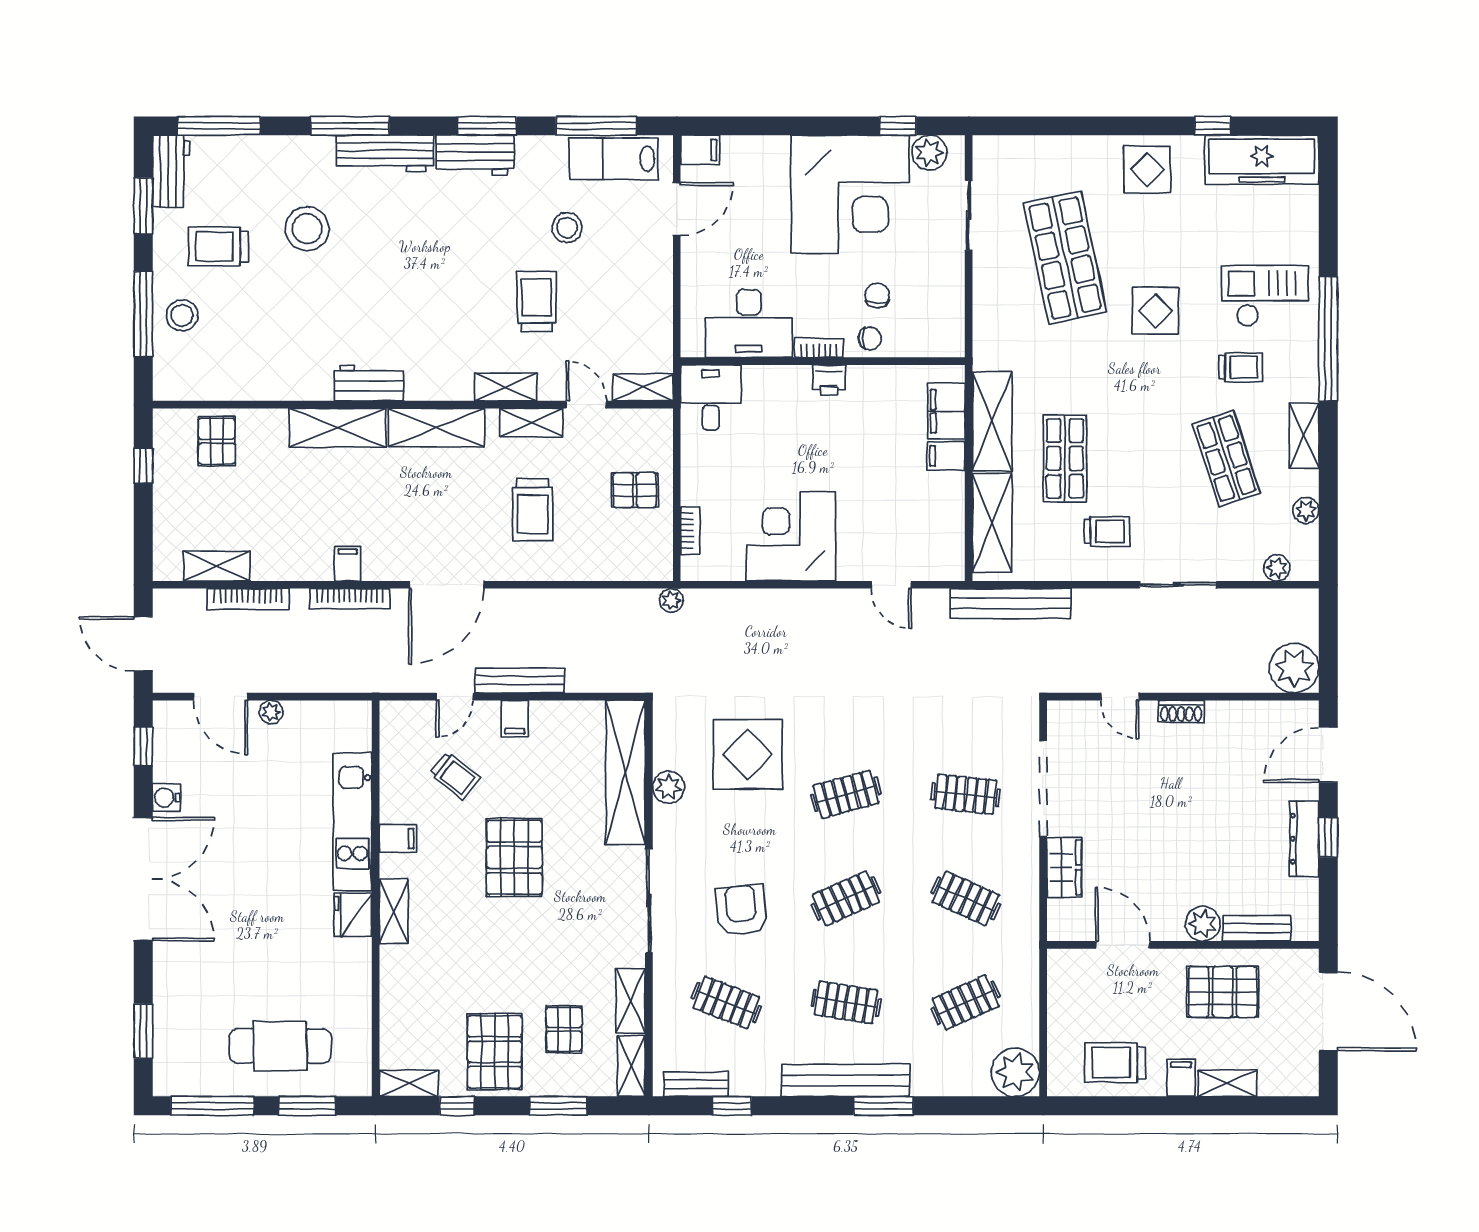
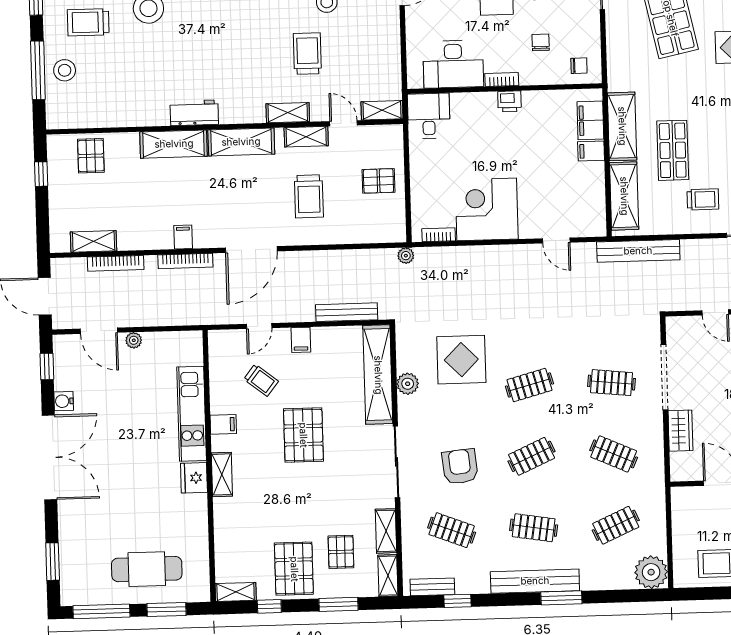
chair: (870, 338) -> (579, 66), moved
bookcase: (690, 530) -> (439, 235), moved, turned -90
bench: (520, 680) -> (347, 312), moved

